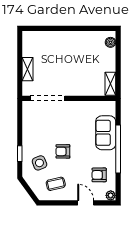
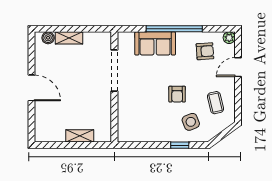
door: (68, 28) -> (32, 88), added
shelving: (110, 84) -> (69, 38), moved
doorway: (48, 98) -> (114, 70), moved
armchair: (99, 175) -> (205, 51), turned -94

